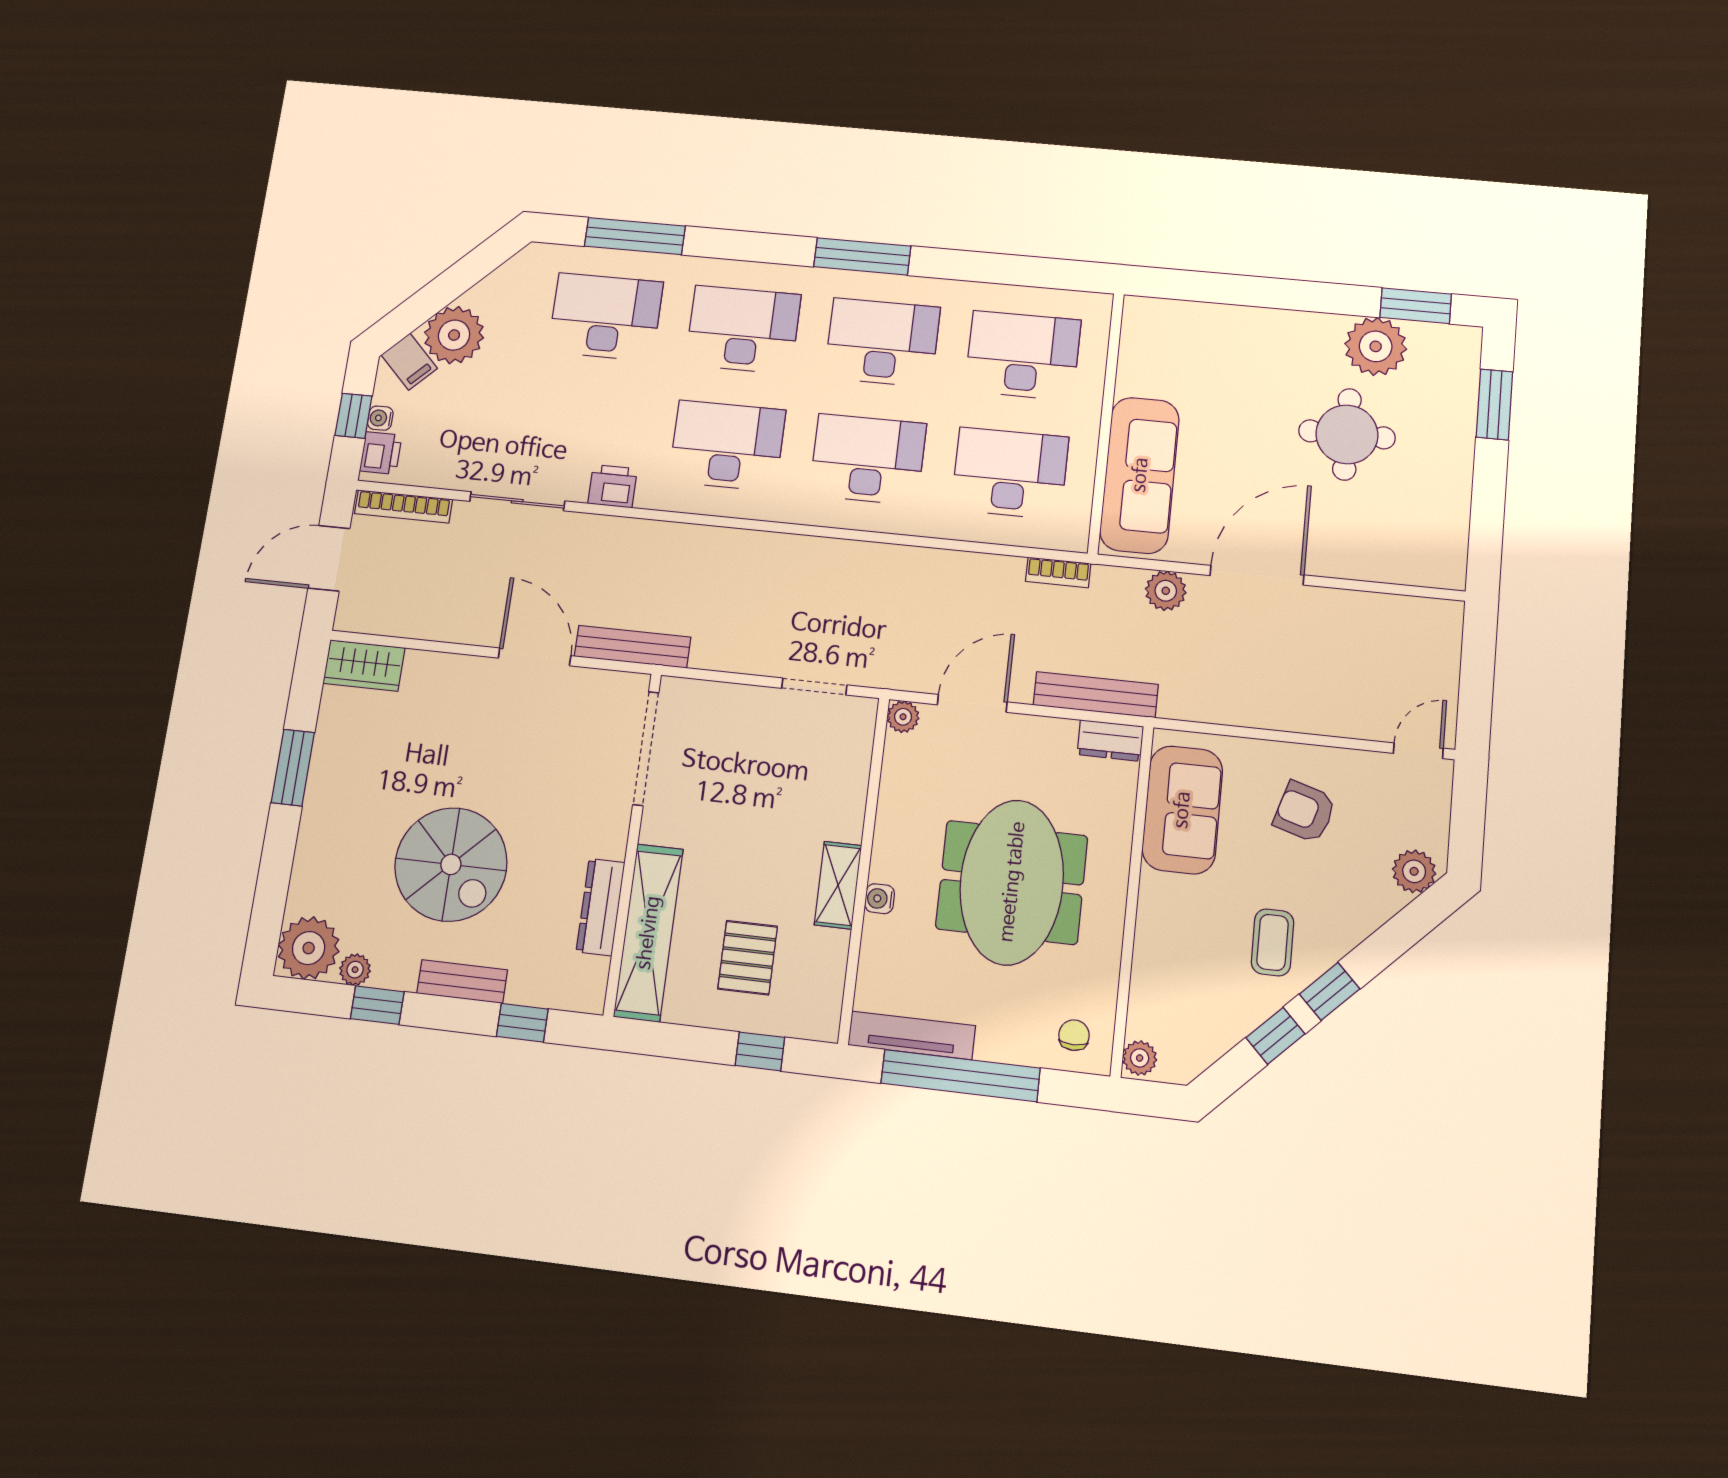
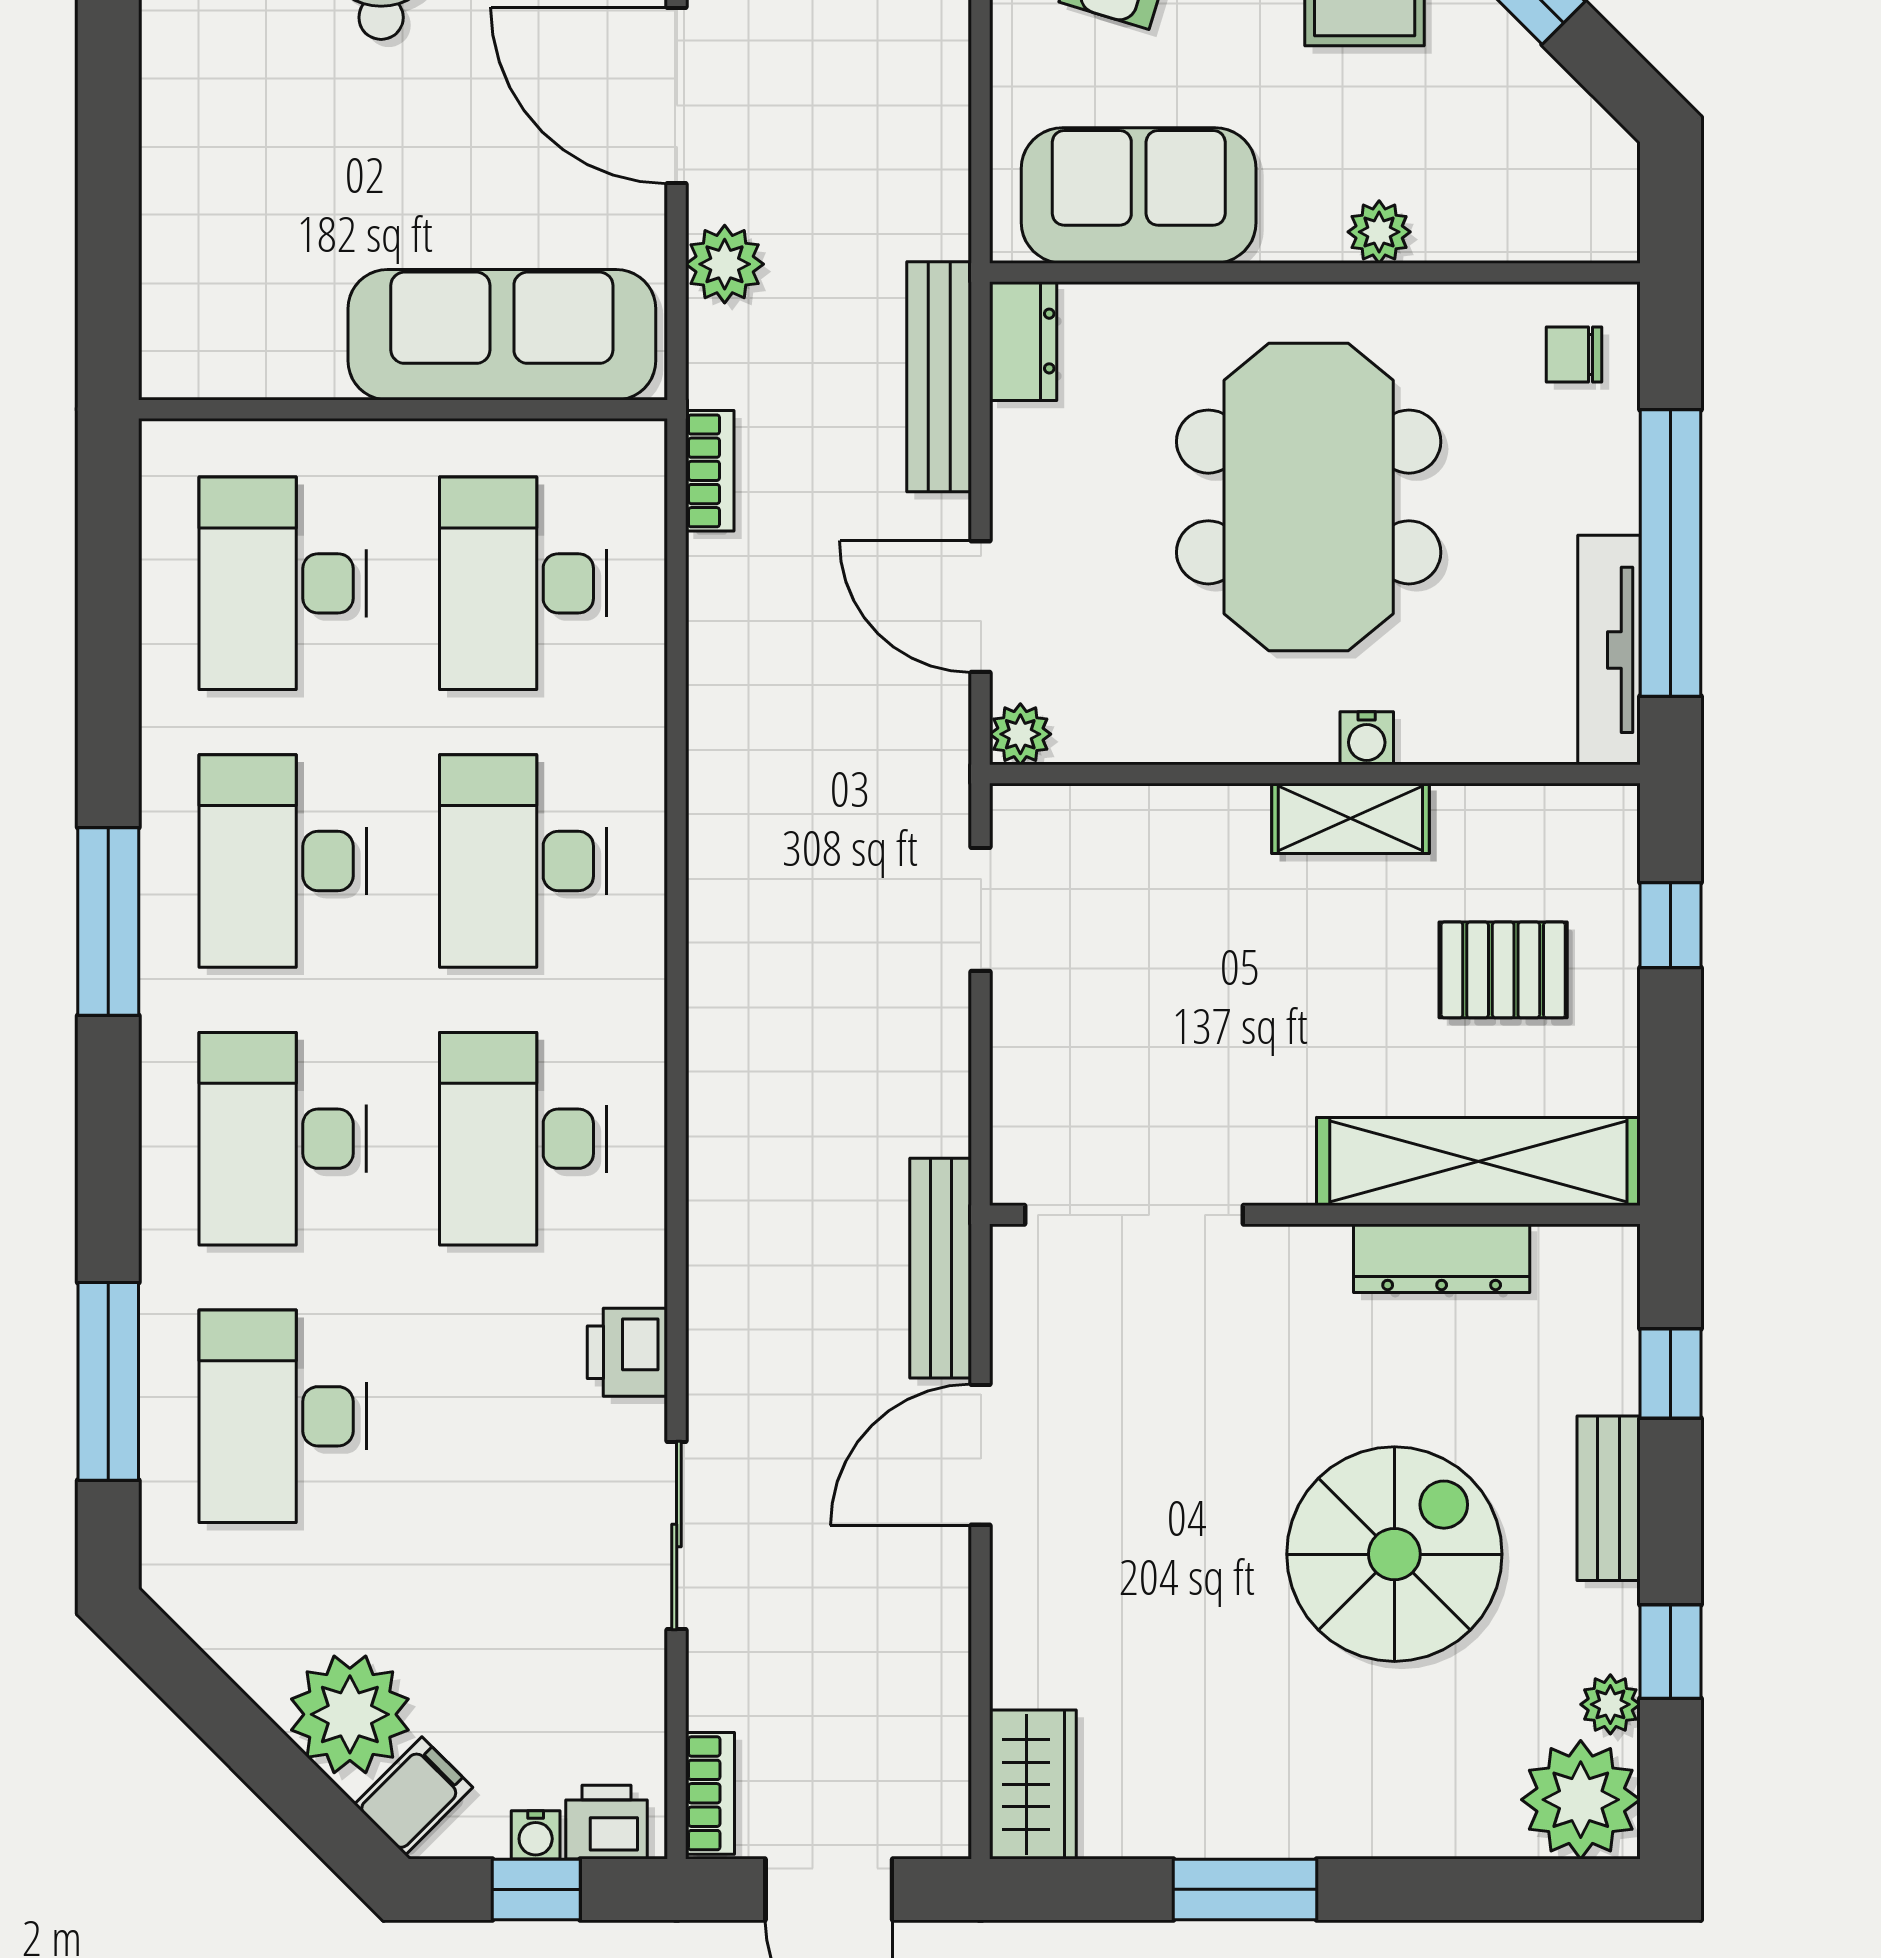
bookcase: (403, 506) -> (710, 1793), width x0.64
meeting table: (1012, 882) -> (1309, 497), turned 90
plant: (1140, 1058) -> (1379, 232), moved

